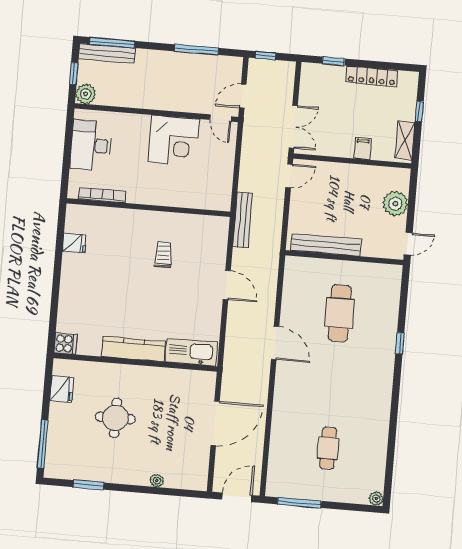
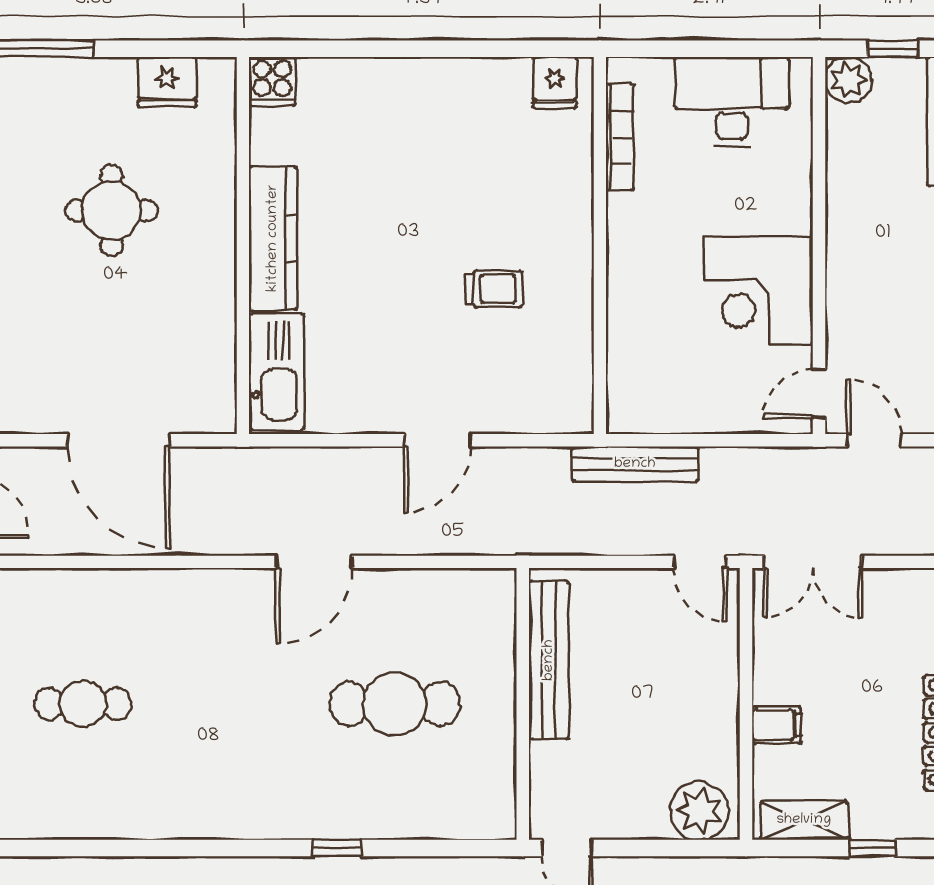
plant: (395, 204) -> (699, 811), moved
bench: (243, 220) -> (635, 464), moved
fridge: (74, 243) -> (555, 83), moved

